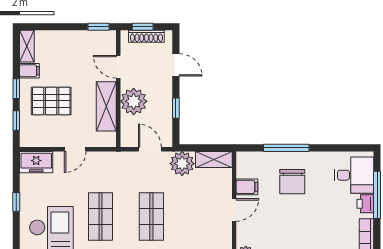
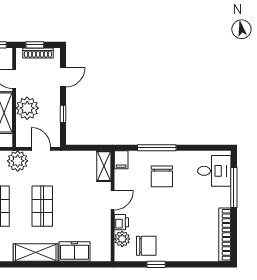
door: (176, 65) -> (63, 77), hinge flipped
shelving: (214, 160) -> (104, 166), moved, turned 90
plant: (182, 164) -> (18, 161), moved
filing cabinet: (247, 187) -> (121, 160), moved, turned 90
printer: (365, 204) -> (121, 222), moved, turned 180

